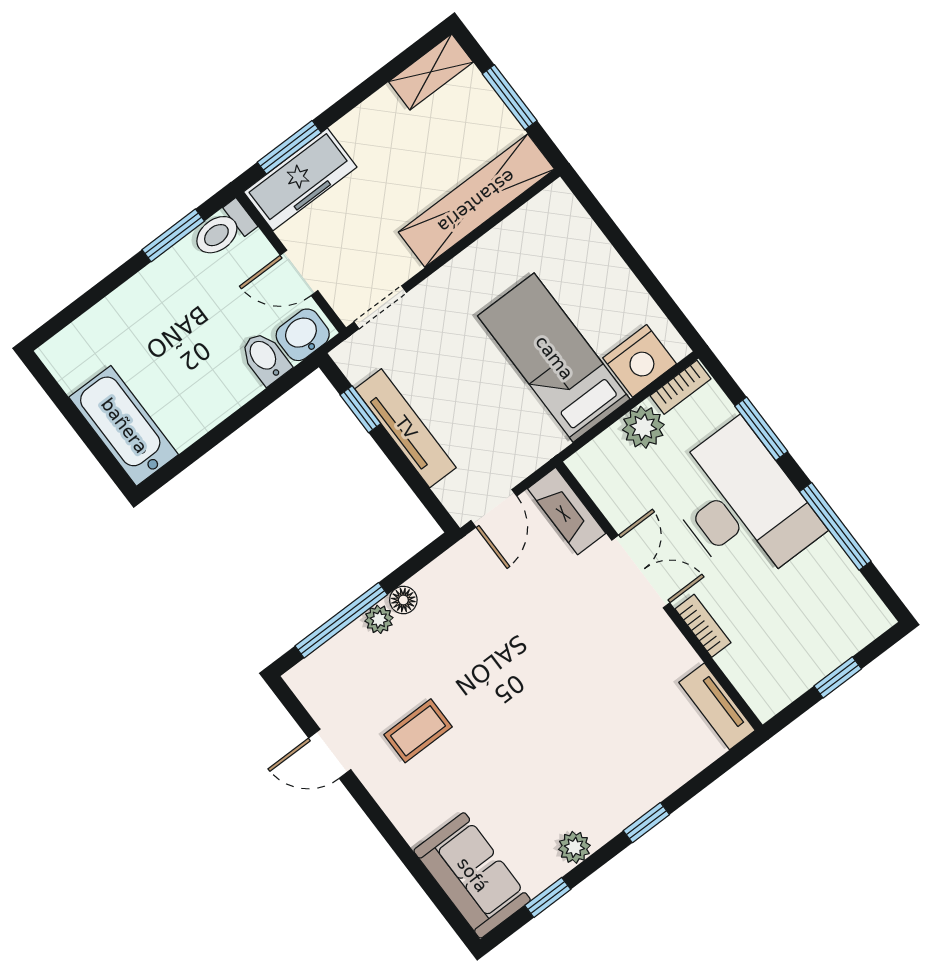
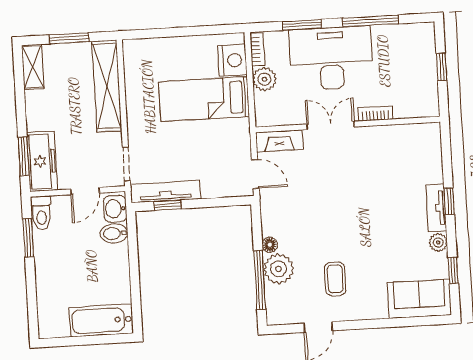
tv unit: (406, 428) -> (165, 192), moved
plant: (379, 619) -> (279, 269), width x1.88, depth x1.88
tv unit: (717, 706) -> (436, 208), moved, turned 90

